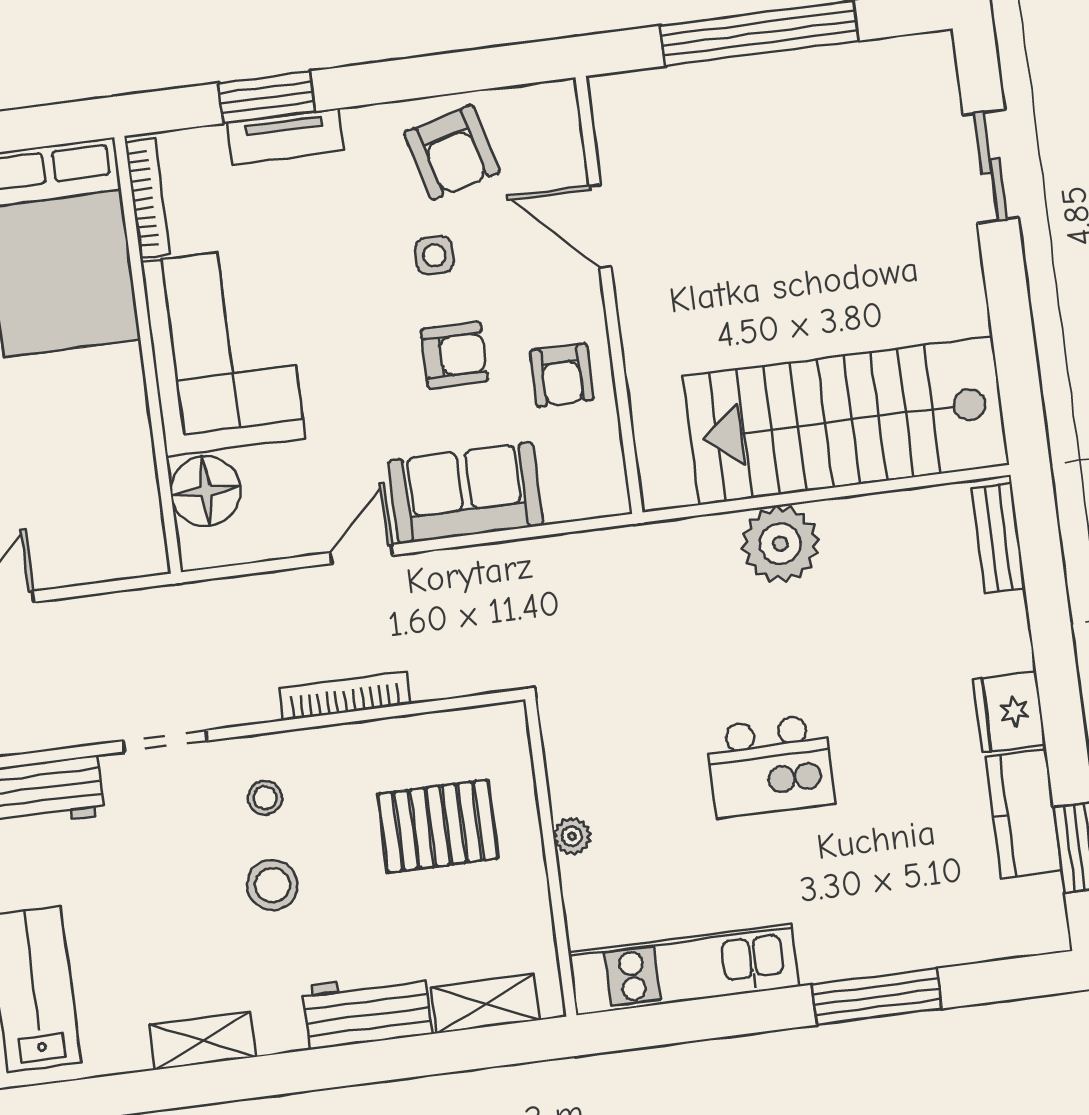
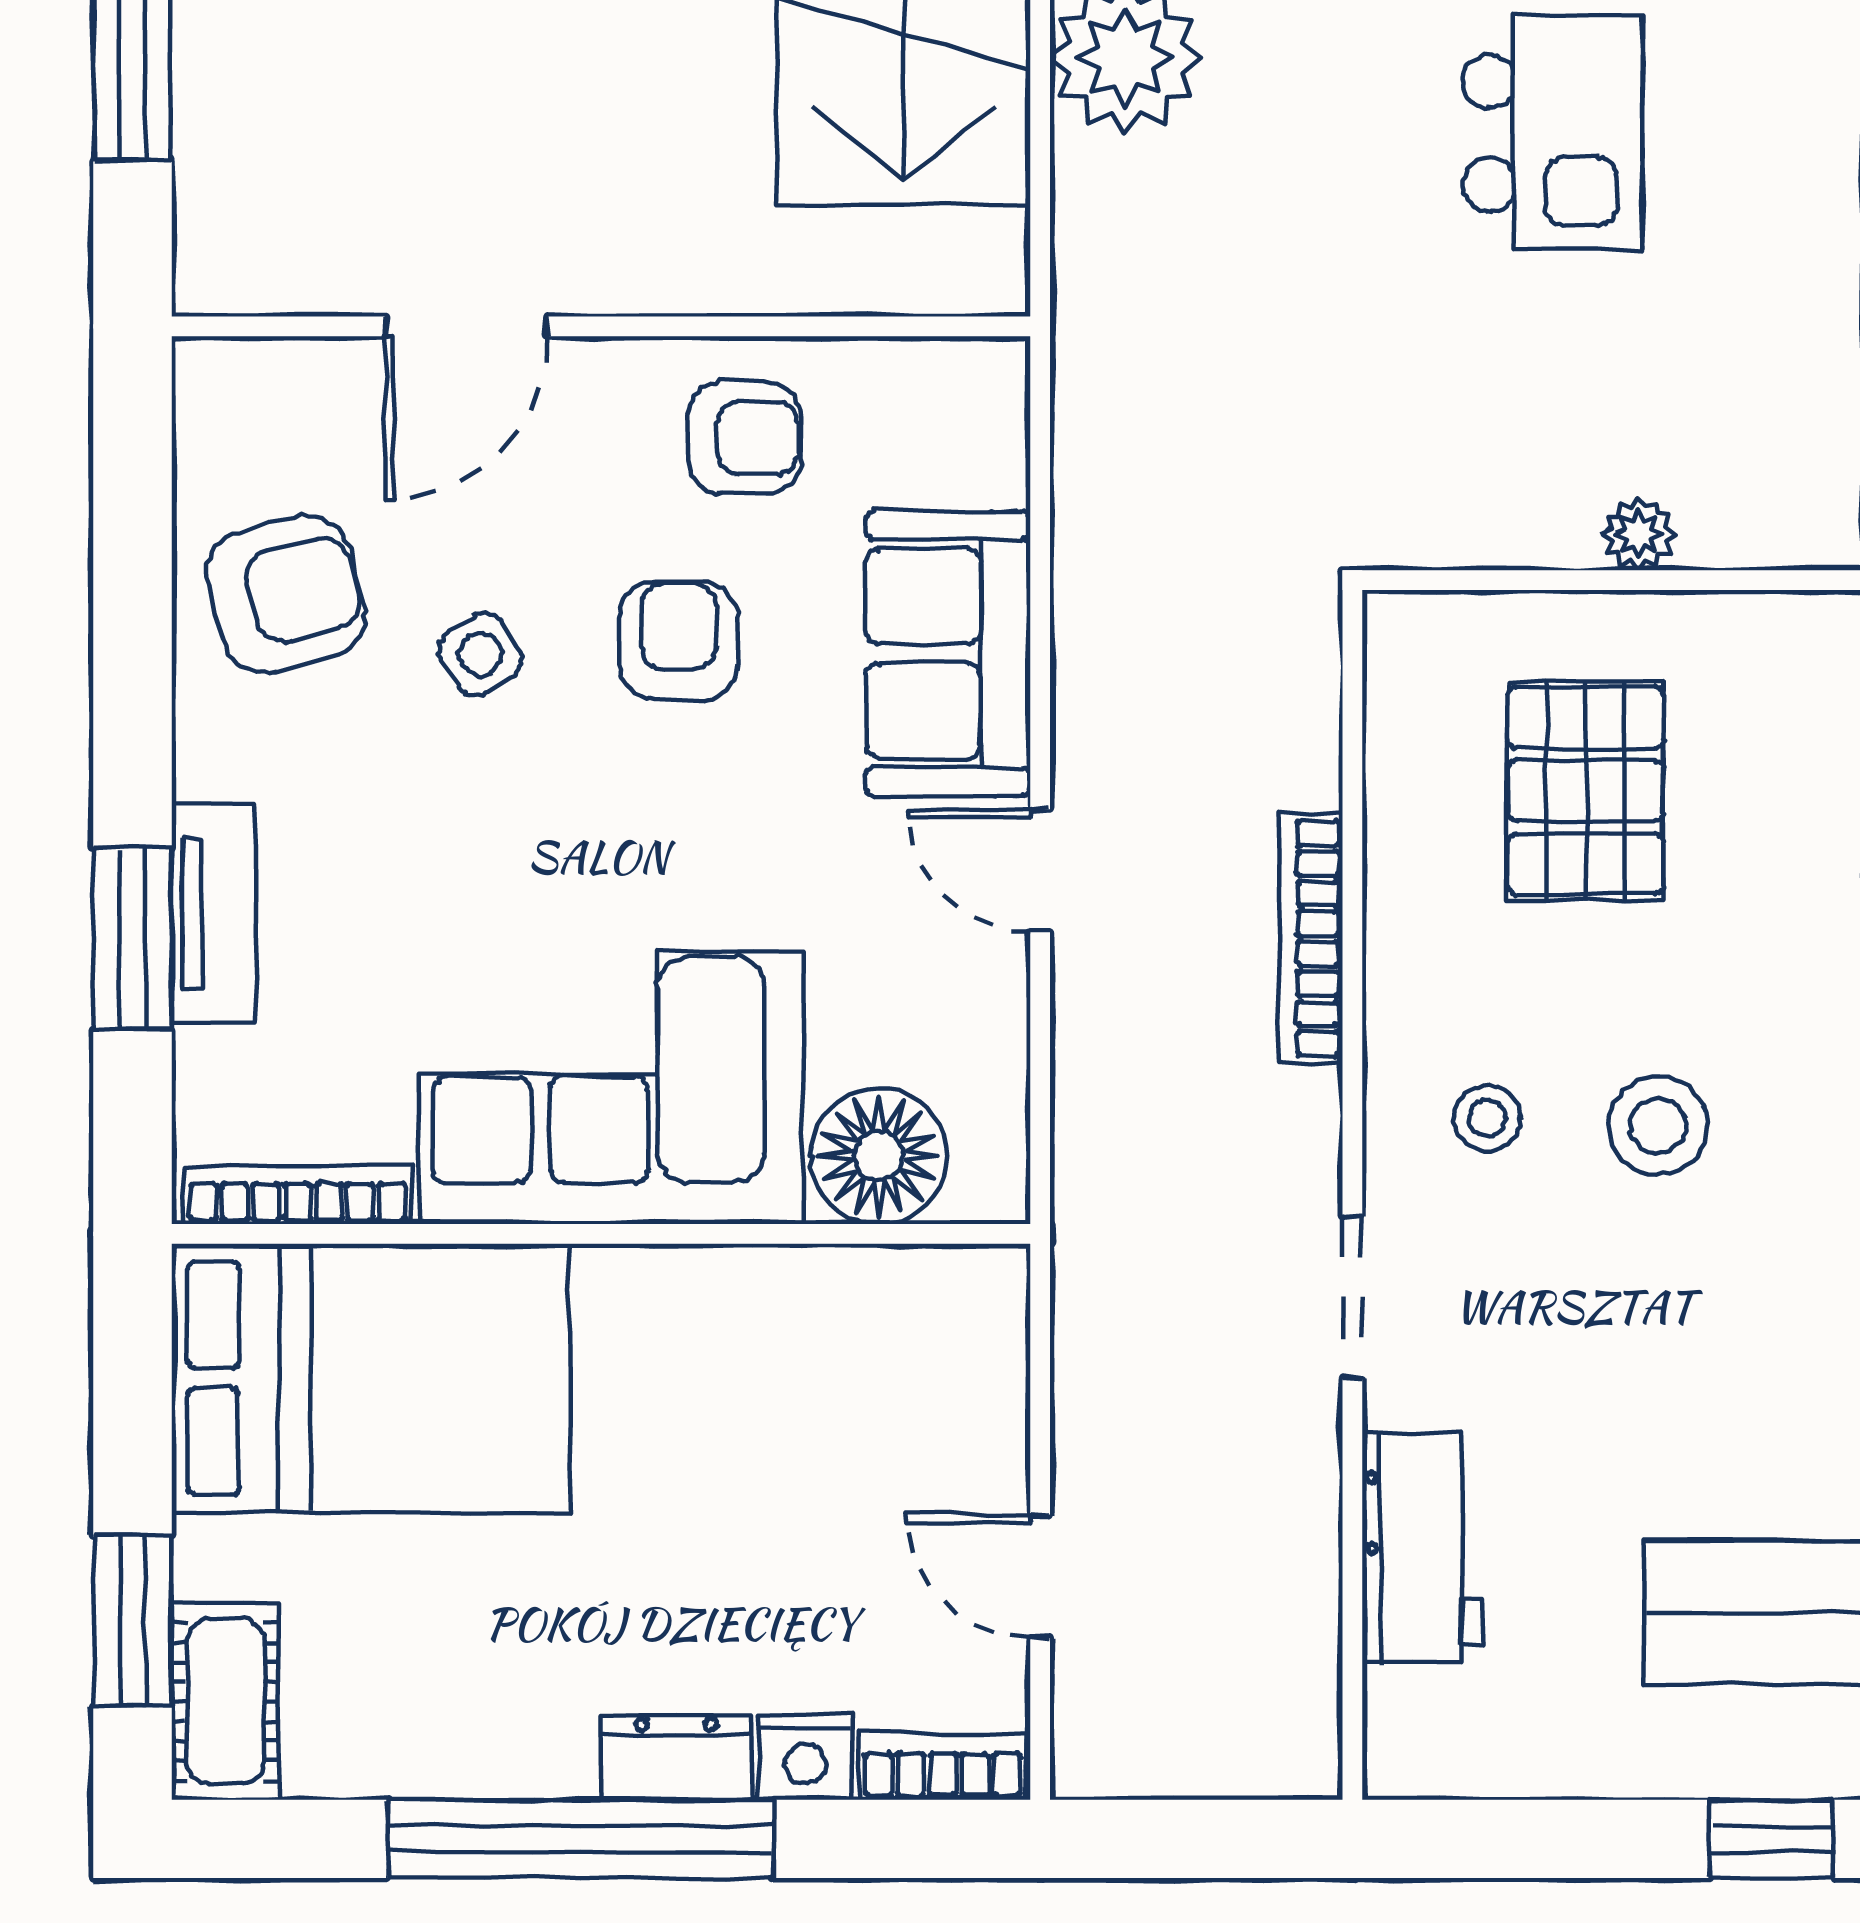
side table: (435, 255) -> (480, 654), turned -32

